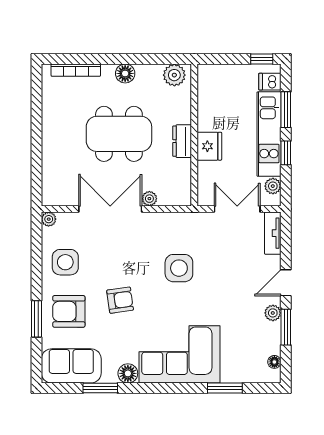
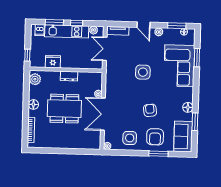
window: (262, 59) -> (27, 55), moved
dining table: (119, 134) -> (64, 109), turned 90
fridge: (209, 146) -> (53, 62), moved
side table: (179, 268) -> (143, 72), moved
window: (286, 327) -> (177, 26), moved
corner sofa: (180, 354) -> (179, 66), moved

